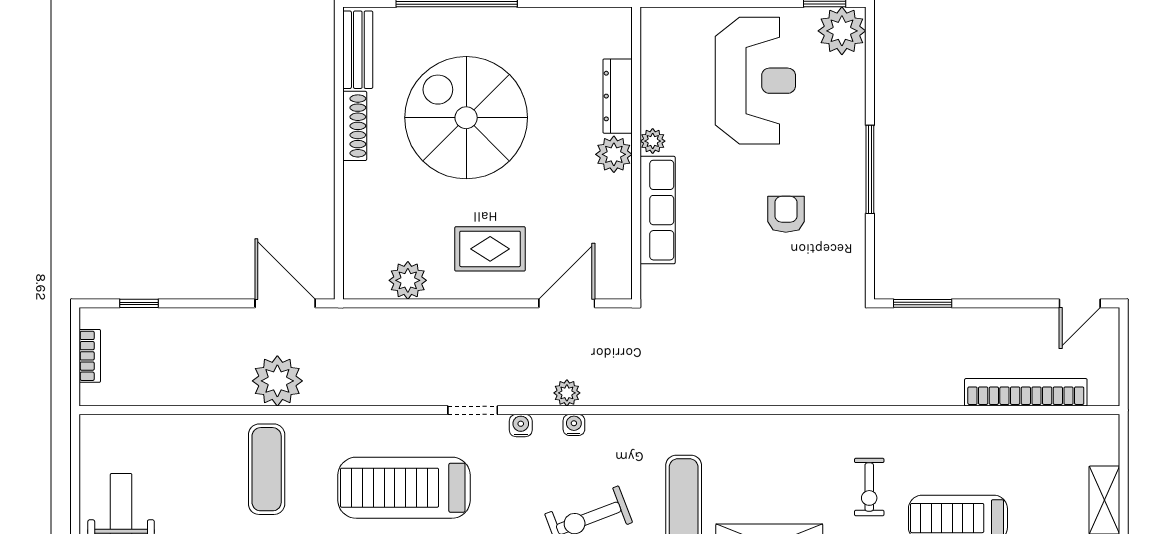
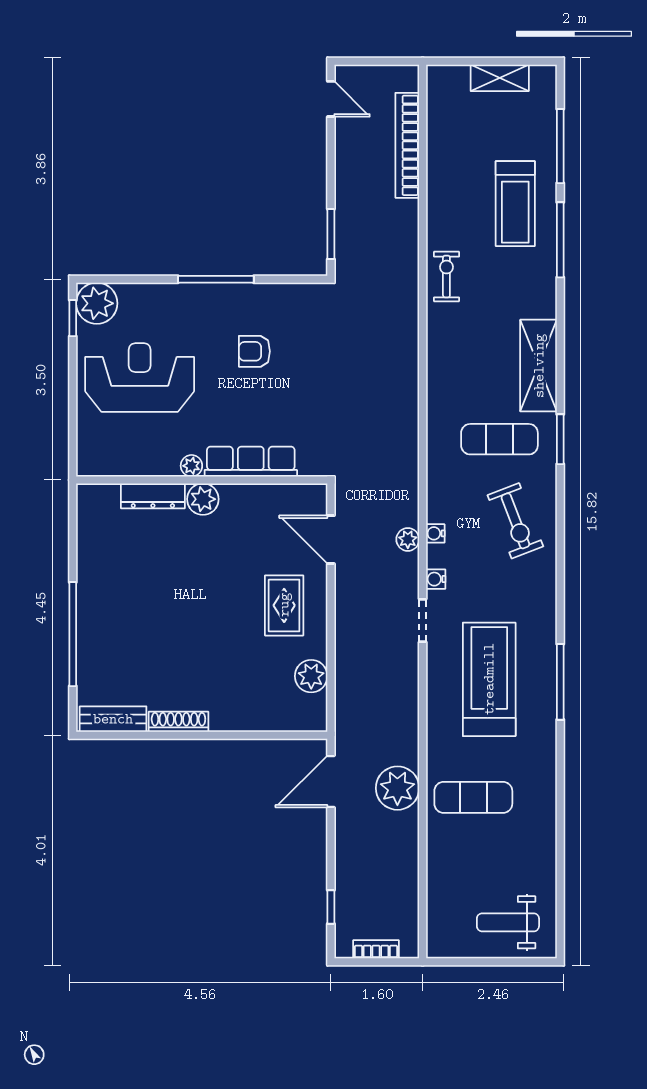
spiral stairs: (466, 118) -> (171, 626), removed
exercise bike: (869, 487) -> (446, 276), moved, turned -90
treadmill: (404, 488) -> (489, 679), turned 180

